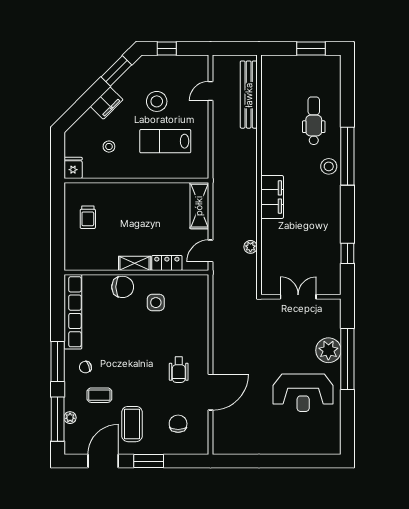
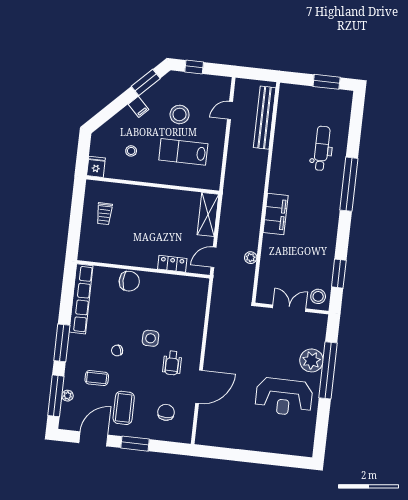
filing cabinet: (107, 103) -> (139, 107), width x0.50
stool: (329, 166) -> (318, 296), moved
window: (347, 253) -> (339, 274), width x1.50
shelving: (135, 263) -> (143, 261), removed
side table: (156, 303) -> (151, 338), moved
chair: (85, 367) -> (117, 350), moved

